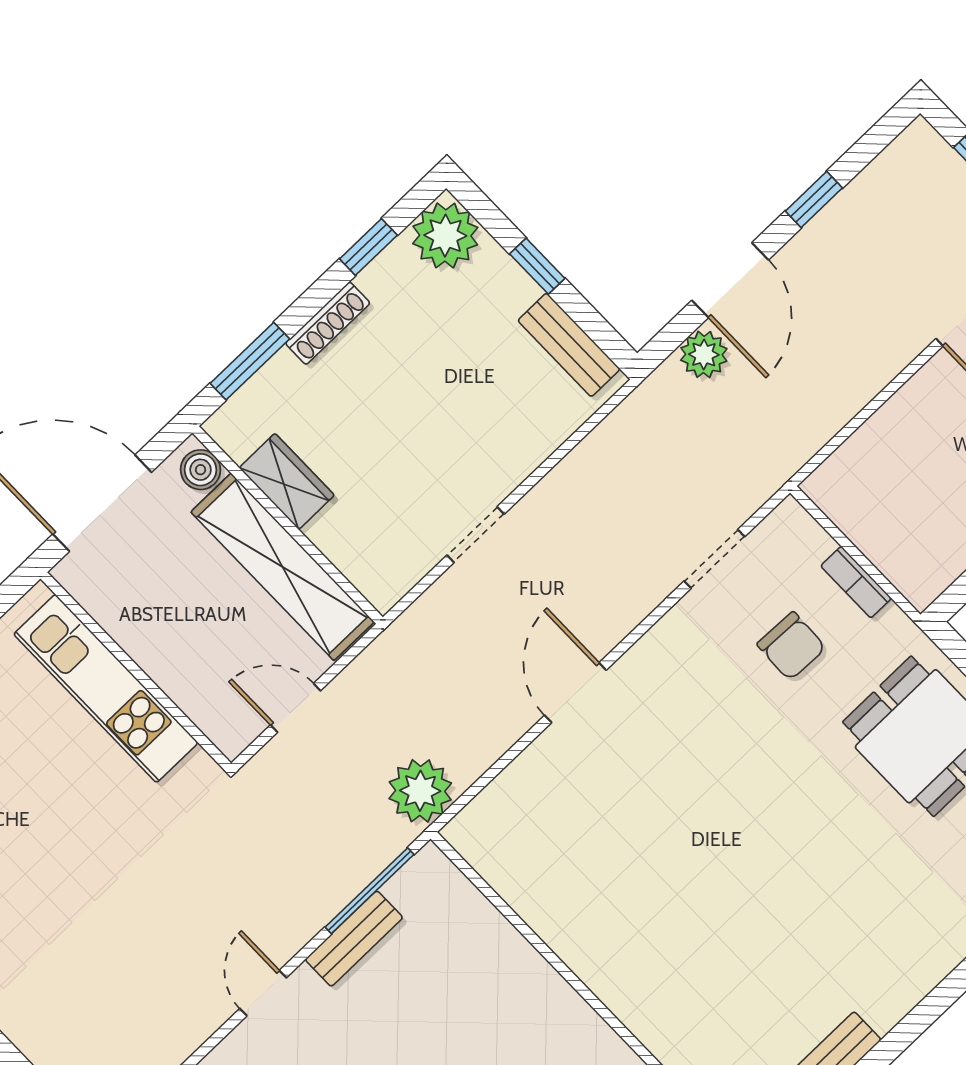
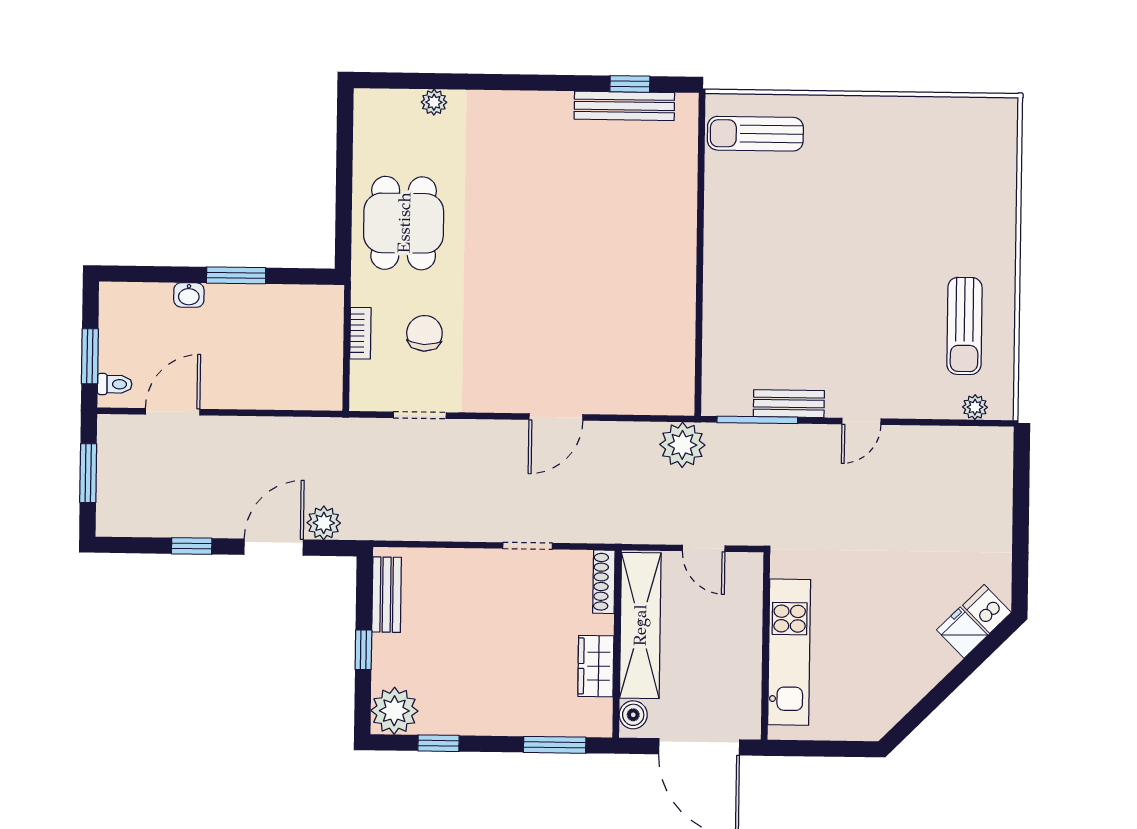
shoe rack: (328, 323) -> (604, 582), moved, turned -90

